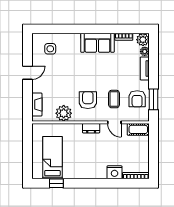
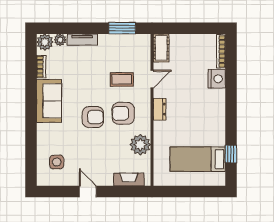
armchair: (137, 99) -> (93, 117), moved

